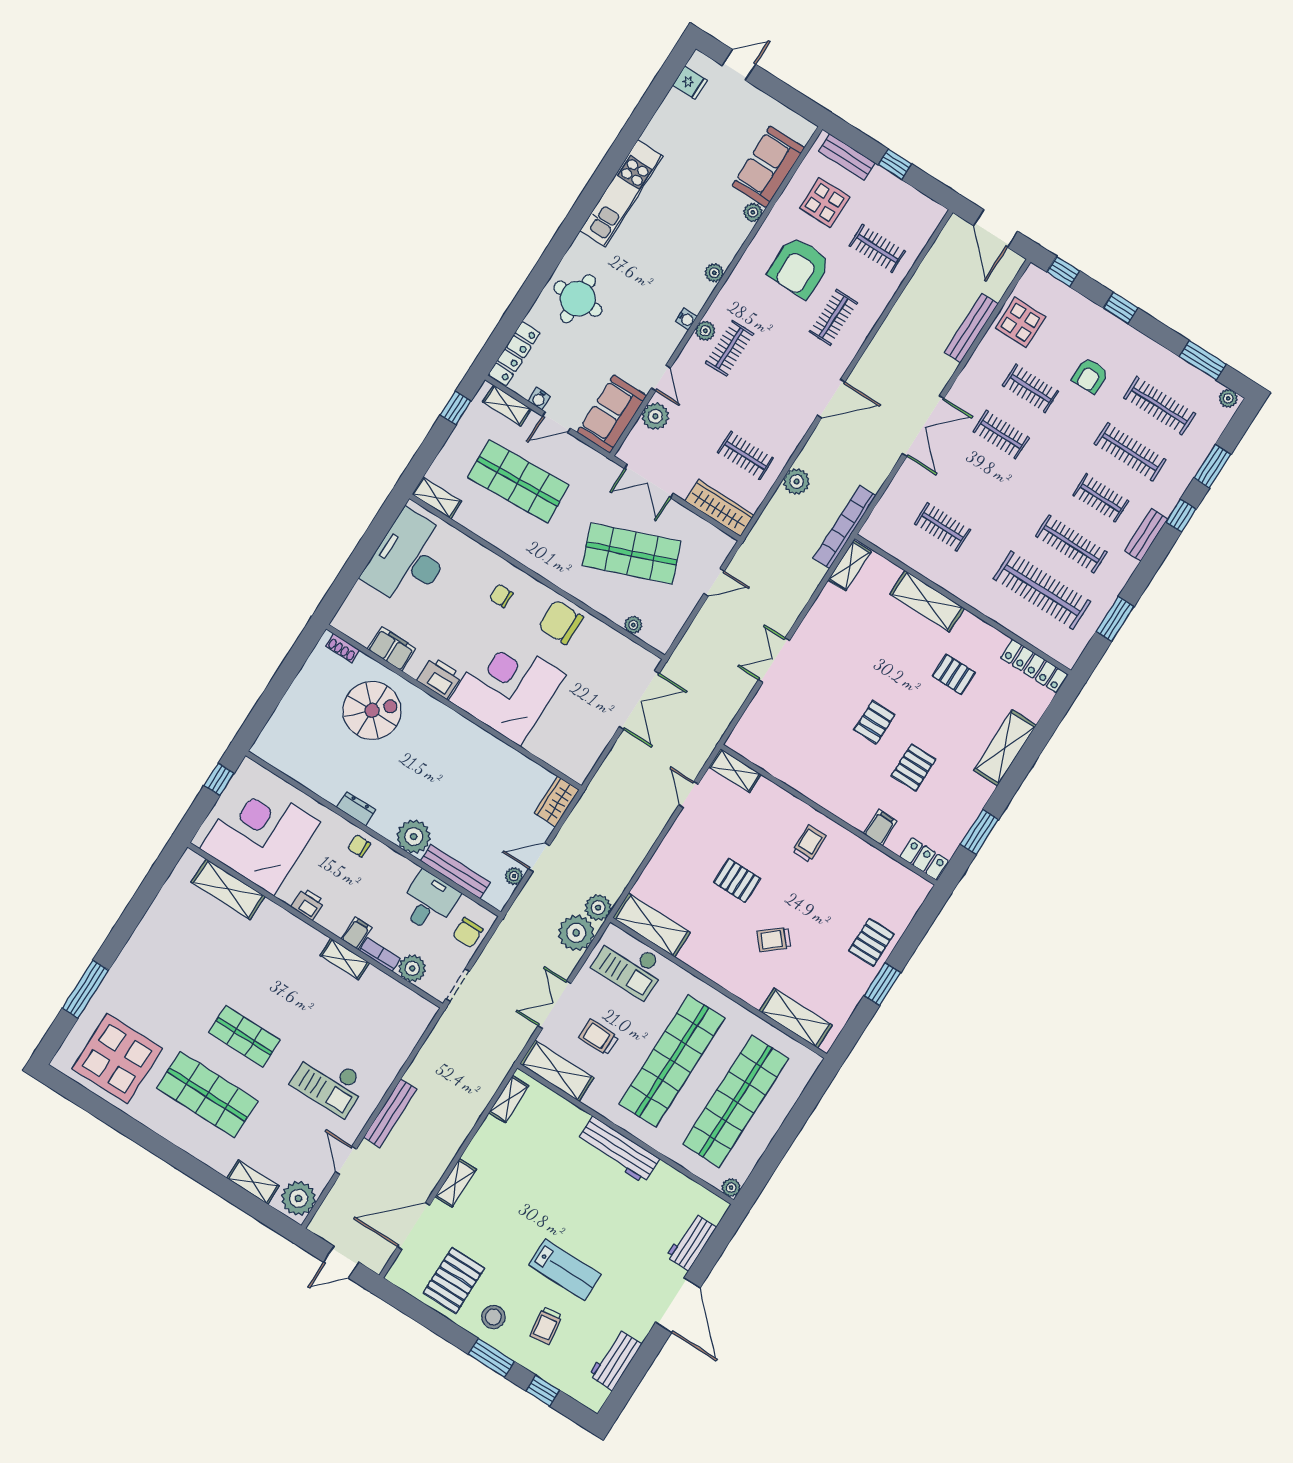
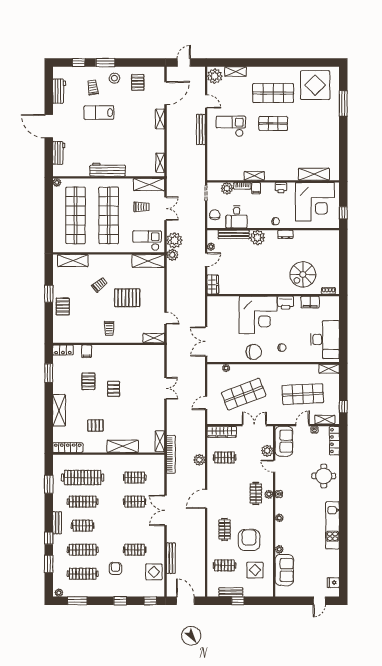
bench: (847, 157) -> (231, 592), moved
clothes rail: (1001, 434) -> (135, 502), moved
pallet: (737, 880) -> (127, 298), width x1.50, depth x1.42
pallet: (454, 1280) -> (138, 82), width x0.67, depth x0.71

